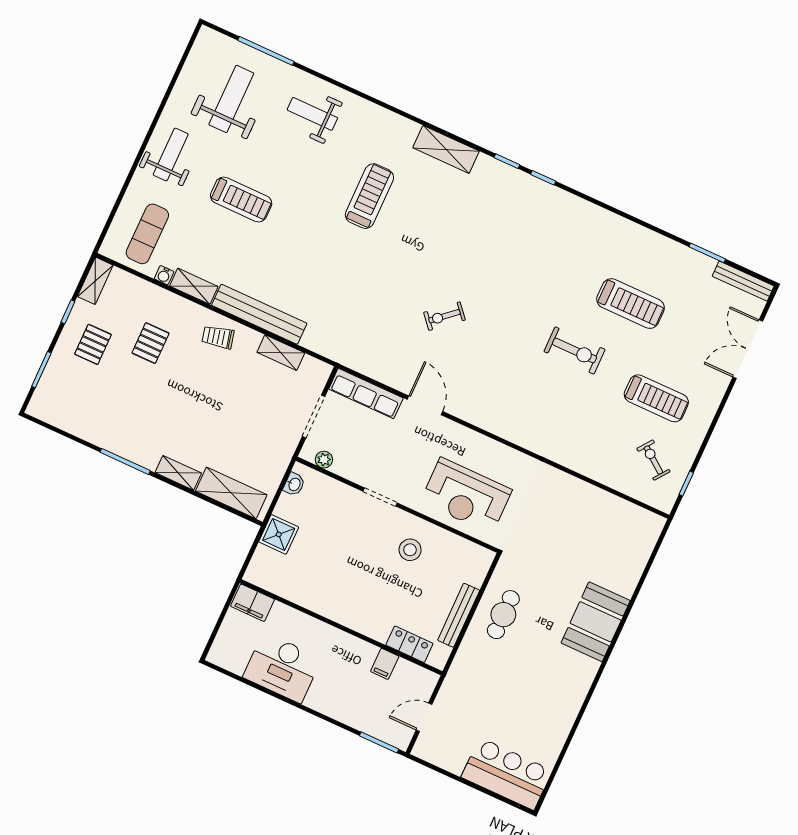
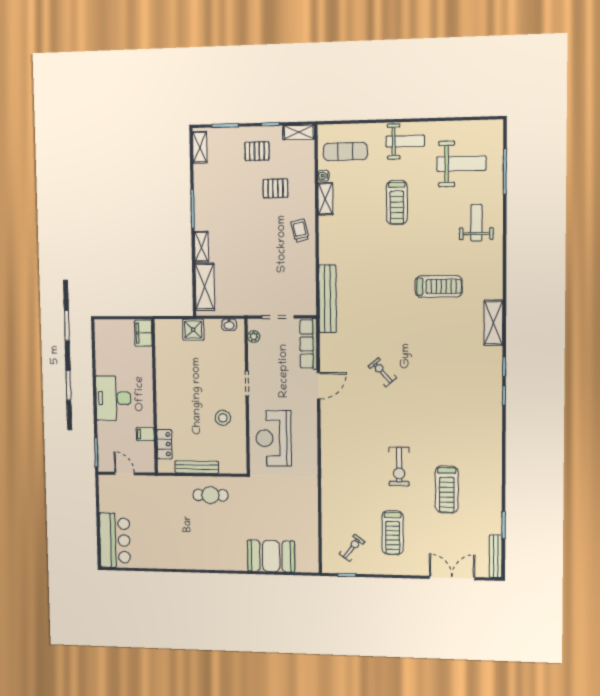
bench: (259, 314) -> (328, 299), moved
shelving: (281, 353) -> (200, 147), moved
booth: (596, 622) -> (271, 556), moved
desk: (282, 668) -> (113, 398), moved

